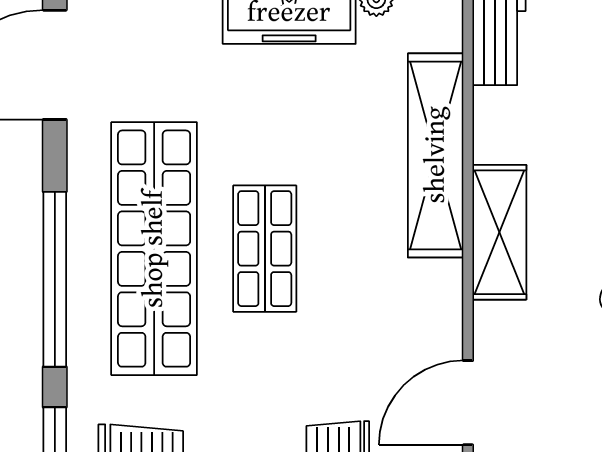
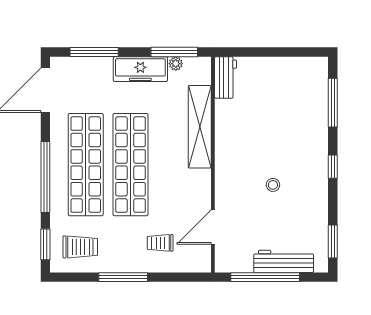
shelving: (499, 232) -> (226, 158), removed
shop shelf: (265, 249) -> (131, 165), width x2.00, depth x1.36

